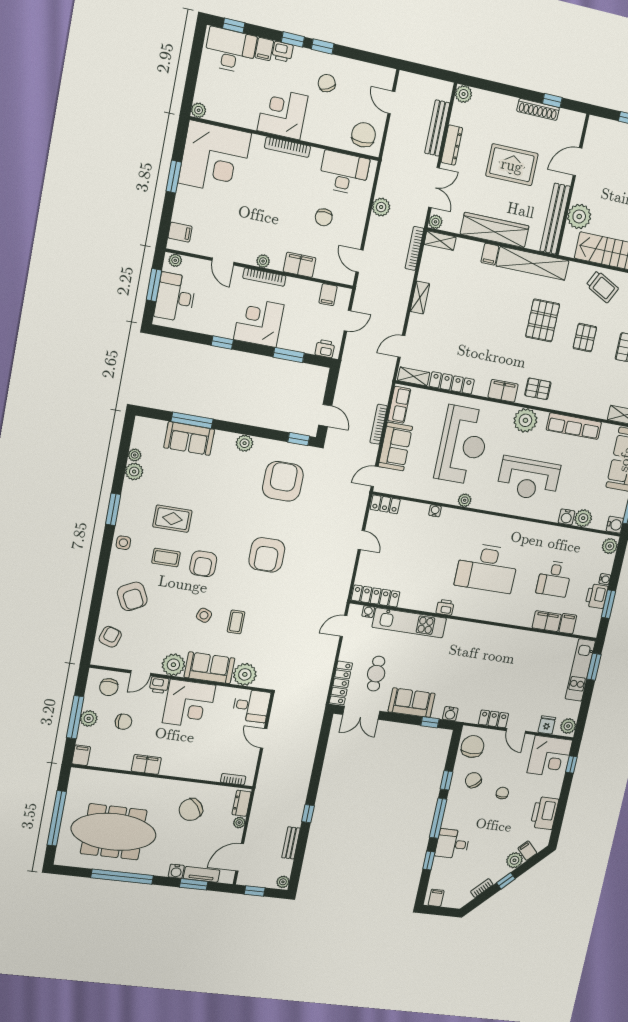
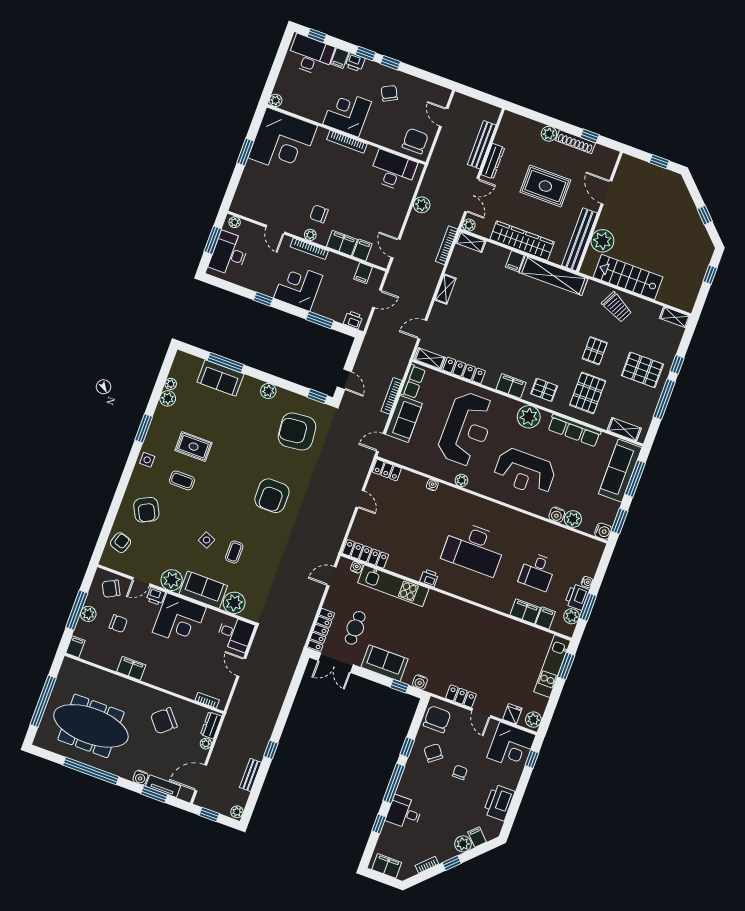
plant: (464, 94) -> (549, 134), moved
door: (577, 162) -> (607, 192), hinge flipped
chair: (324, 217) -> (319, 214), moved, turned 90
filing cabinet: (180, 232) -> (362, 250), moved, turned -90
pallet: (543, 320) -> (588, 393), moved
armchair: (283, 481) -> (297, 432), turned -96
plant: (610, 546) -> (572, 616), moved
armchair: (203, 564) -> (214, 493), removed
chair: (109, 687) -> (111, 589), turned 62
filing cabinet: (436, 898) -> (387, 866), width x2.00

